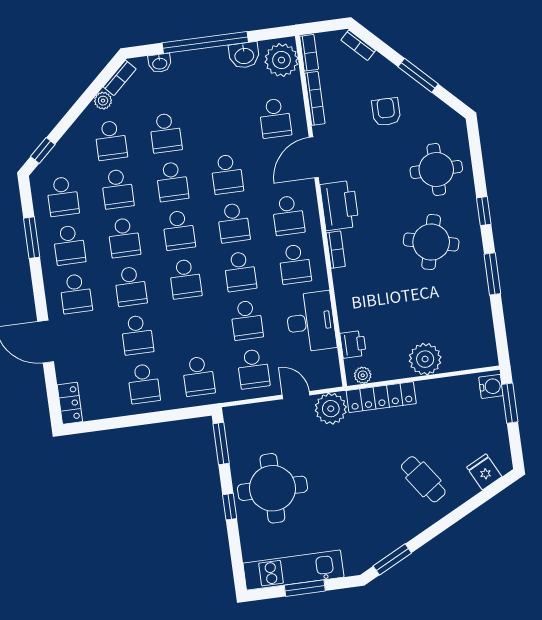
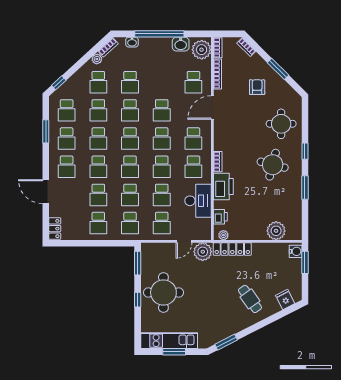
printer: (340, 205) -> (223, 186), moved
school desk: (192, 328) -> (130, 195), added
plant: (425, 359) -> (276, 231), moved
door: (296, 395) -> (184, 241), swing flipped

